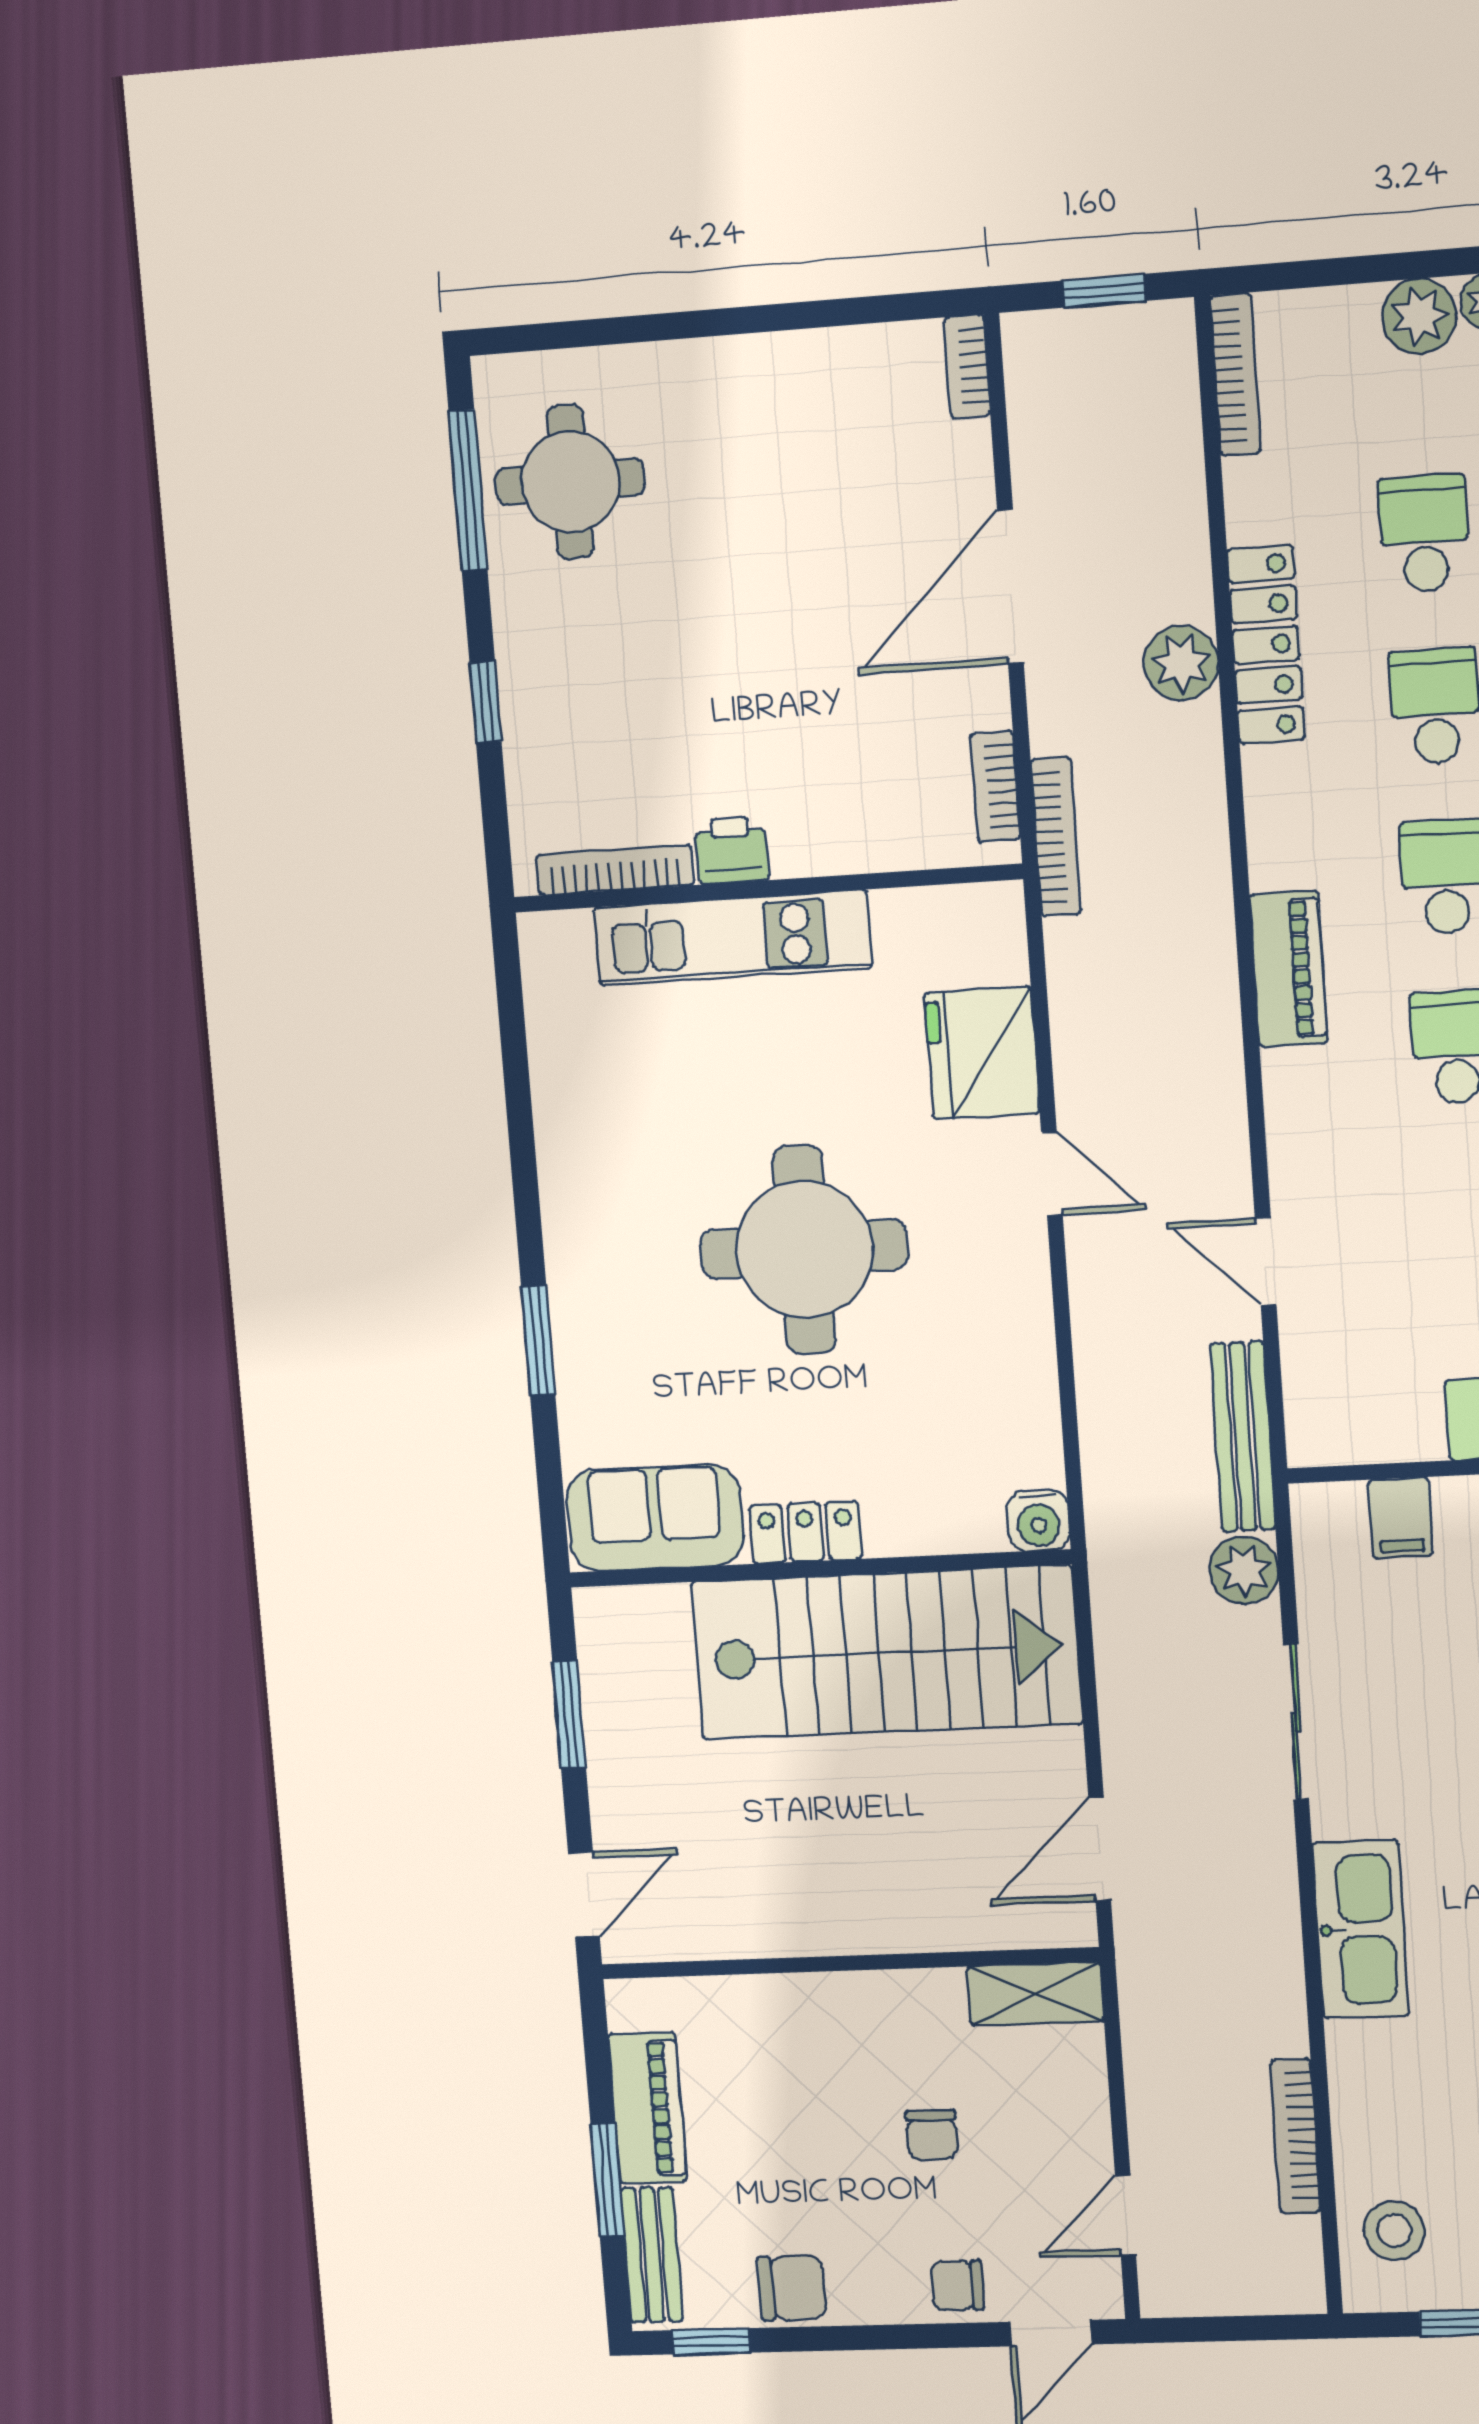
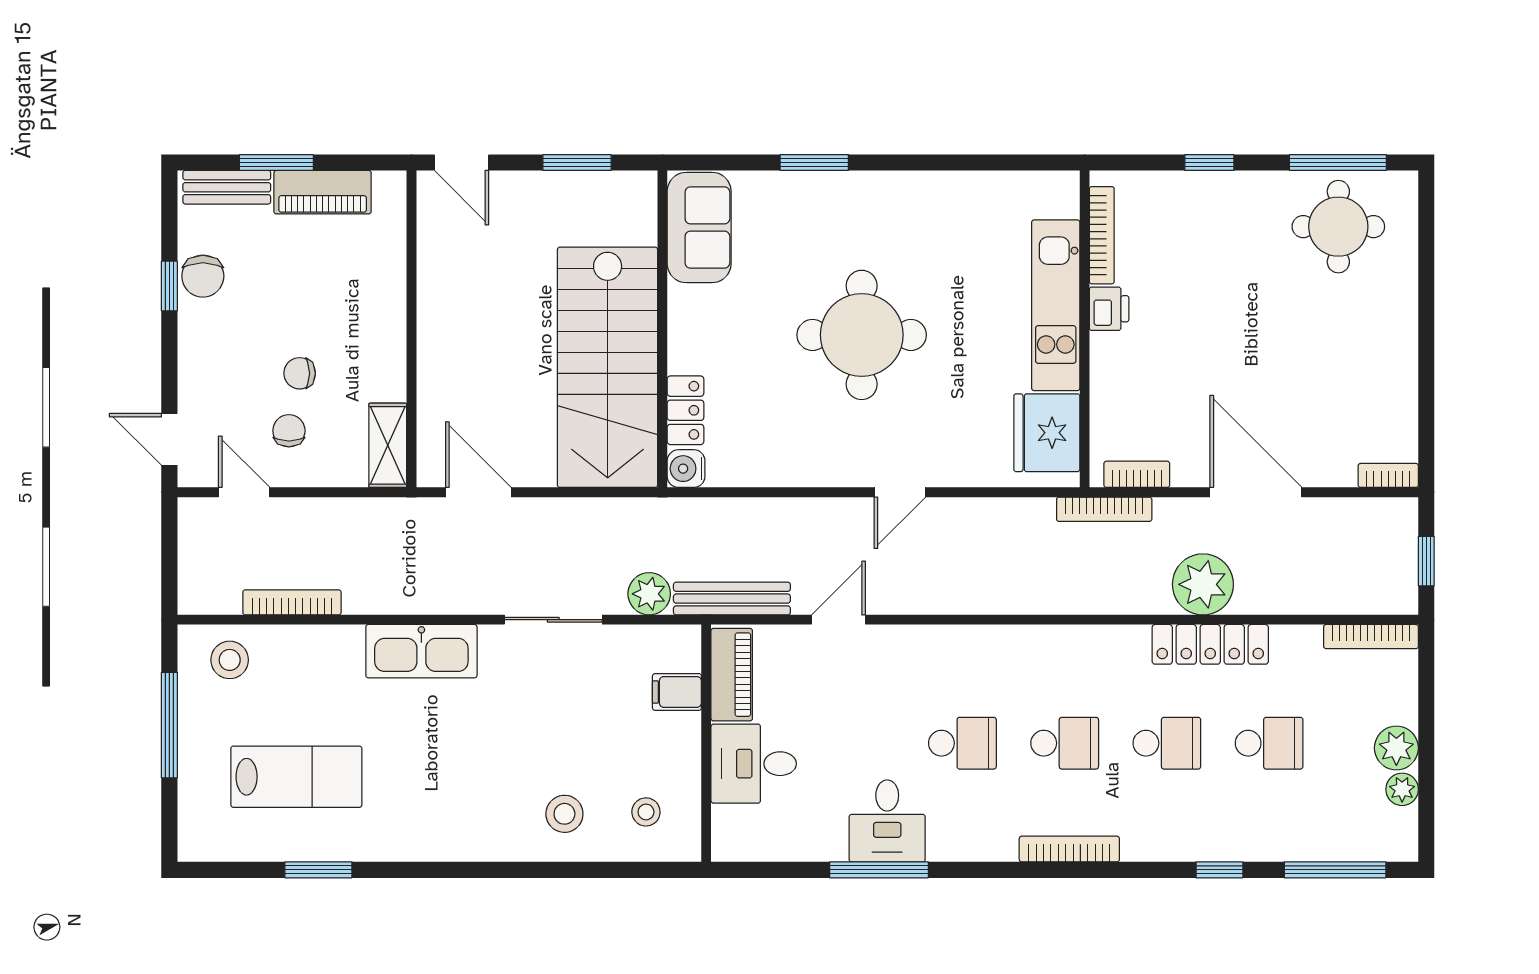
plant: (1181, 663) -> (1203, 584), width x1.36, depth x1.36
piano: (1288, 969) -> (732, 675), moved, turned -90
fridge: (982, 1053) -> (1047, 433), moved, turned -90
locker: (806, 1532) -> (685, 410), moved
chair: (957, 2285) -> (289, 431), moved
window: (711, 2341) -> (169, 286), moved

